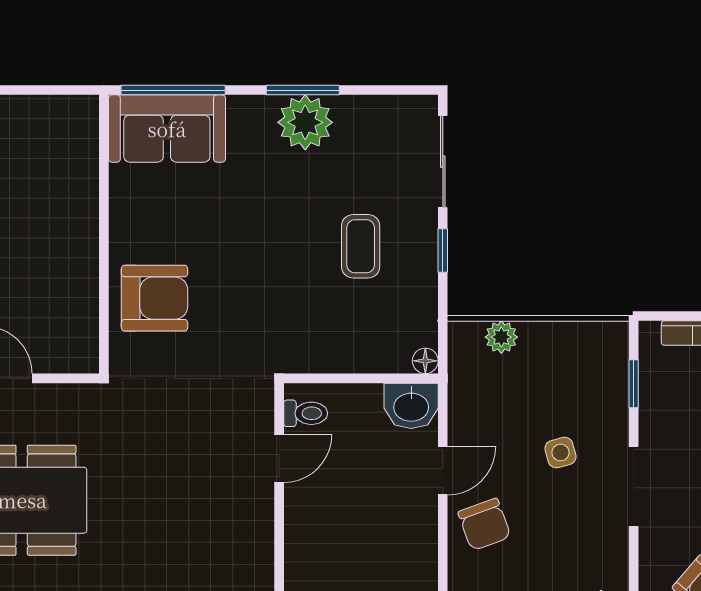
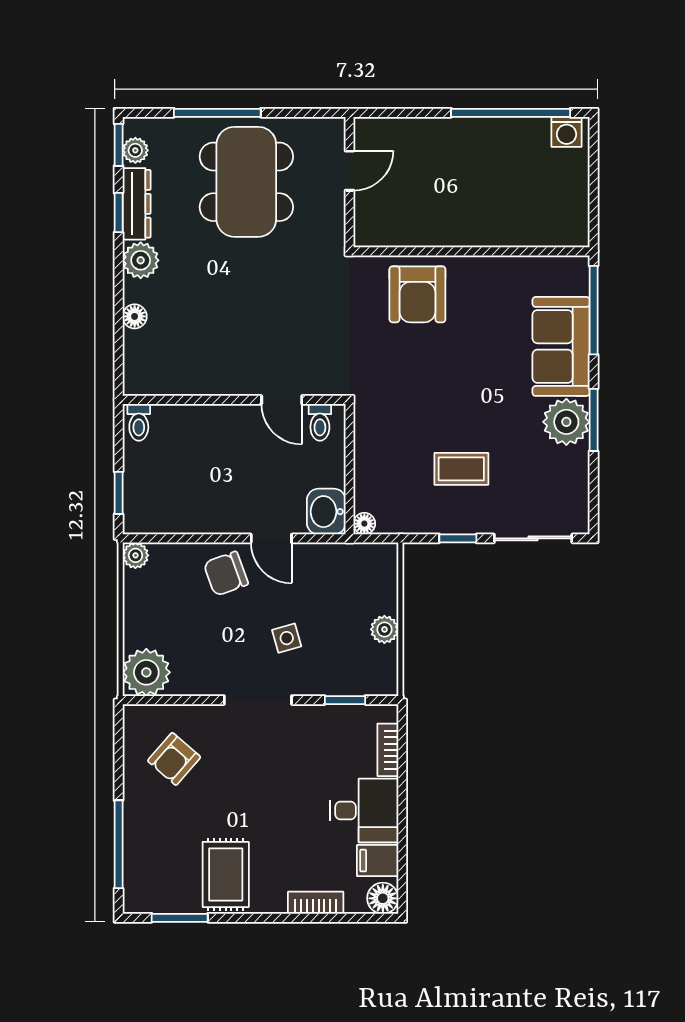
sofa: (167, 129) -> (561, 346), moved
plant: (501, 337) -> (384, 629), moved

